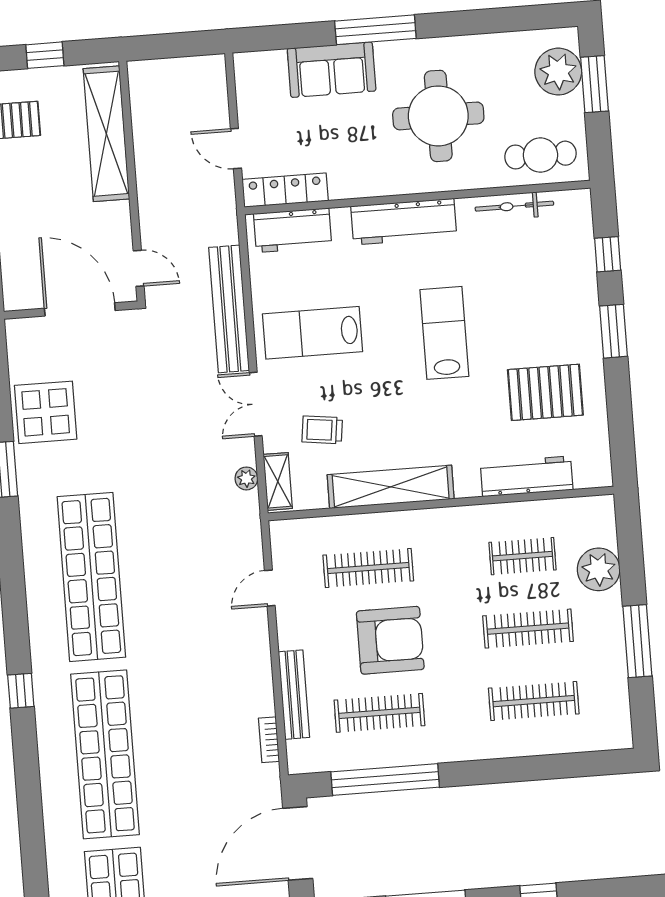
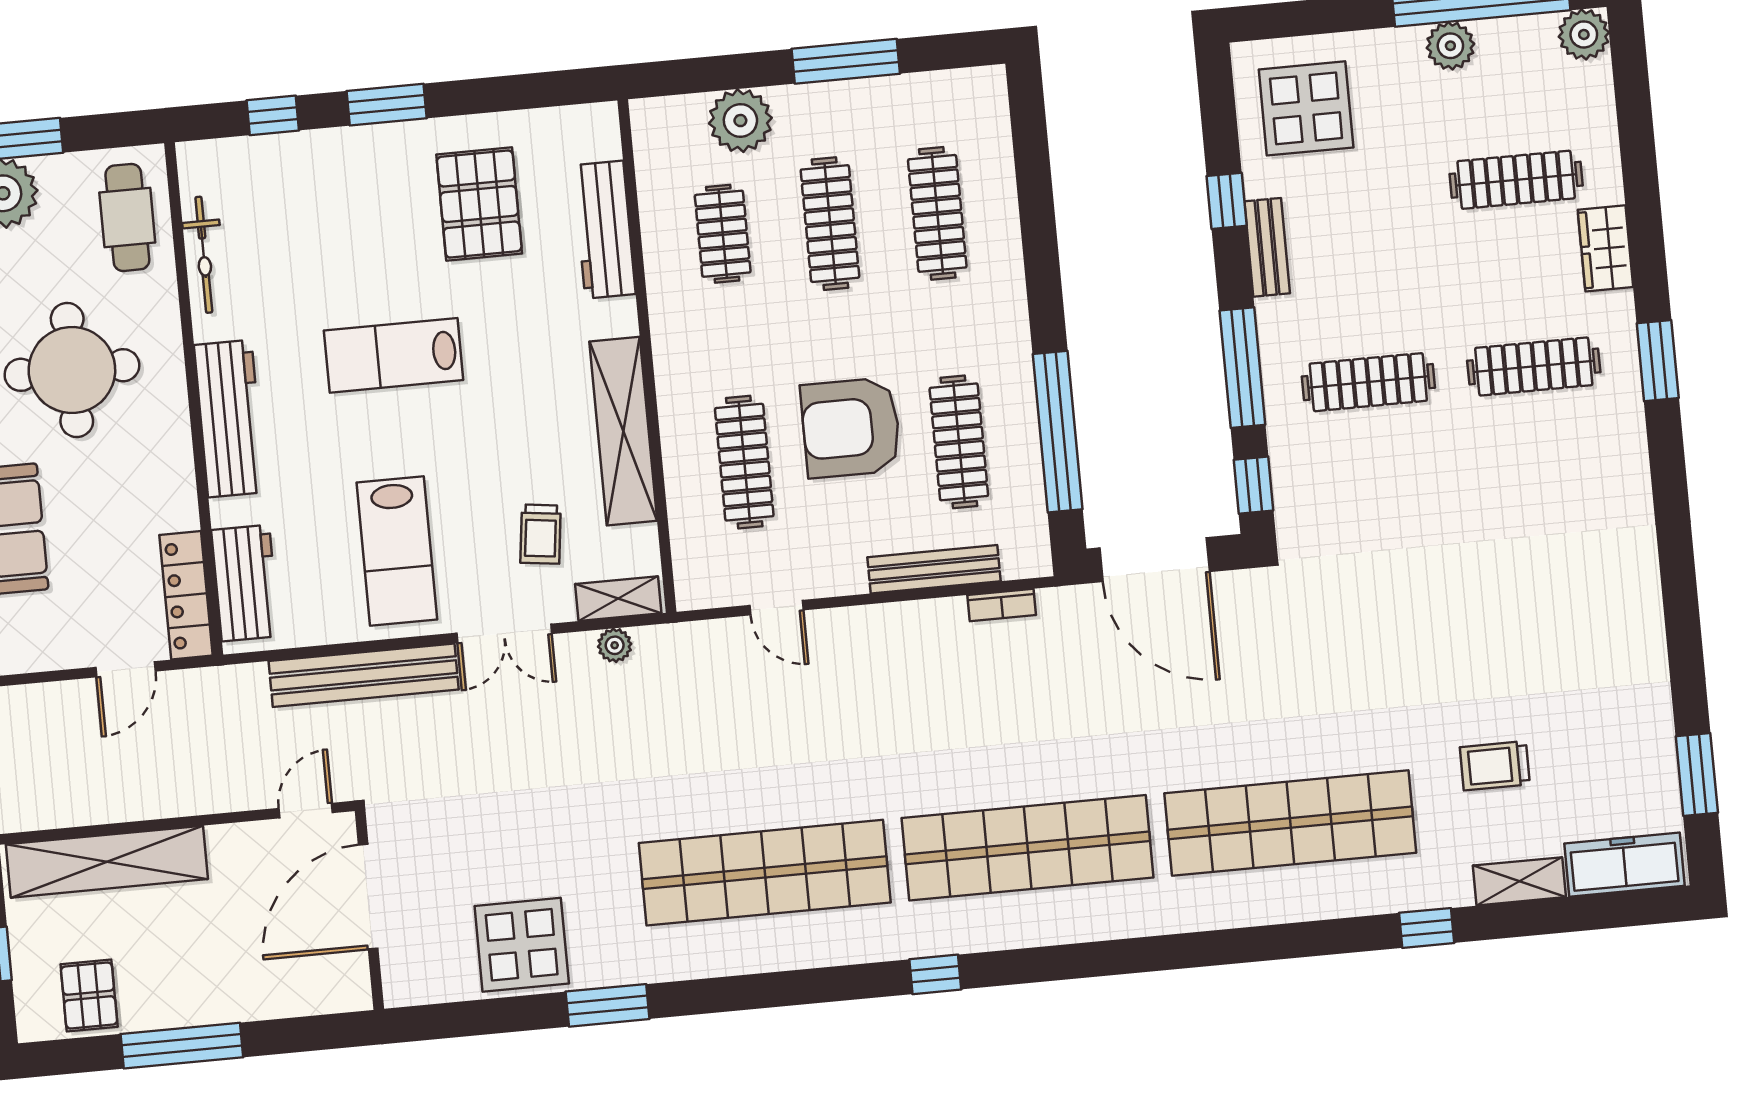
armchair: (390, 640) -> (851, 428), turned -90

